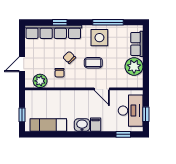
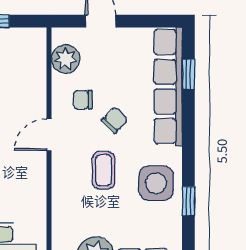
window: (60, 22) -> (188, 74), moved
window: (108, 22) -> (188, 201), width x0.46
door: (102, 89) -> (49, 135), moved

